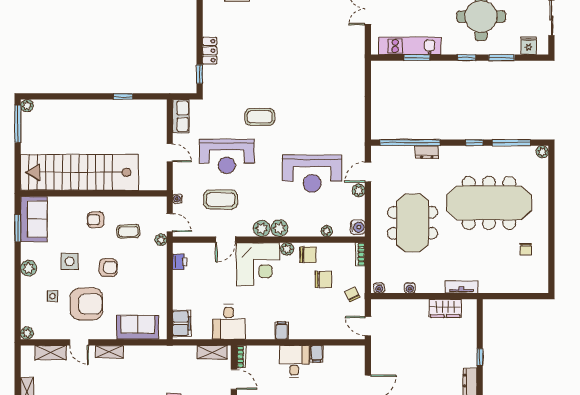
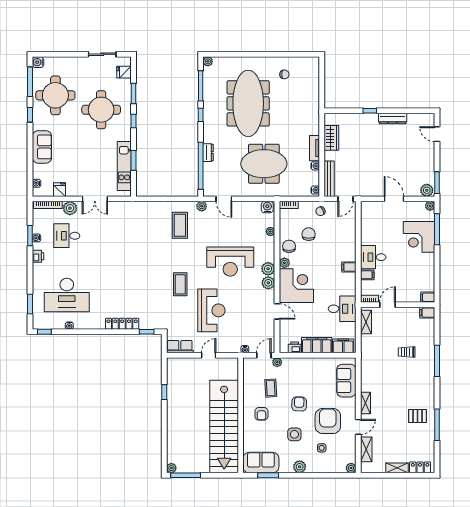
locker: (210, 51) -> (122, 324), width x1.53
reception desk: (312, 174) -> (230, 262), moved, turned 90
plant: (359, 190) -> (202, 206), moved
coffee table: (221, 199) -> (180, 225), moved
tv unit: (462, 287) -> (315, 148), moved
filing cabinet: (183, 290) -> (317, 345), added
bench: (394, 305) -> (329, 179), added
filing cabinet: (317, 354) -> (367, 275), moved

